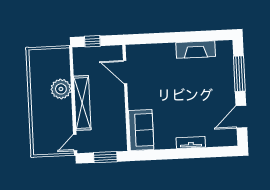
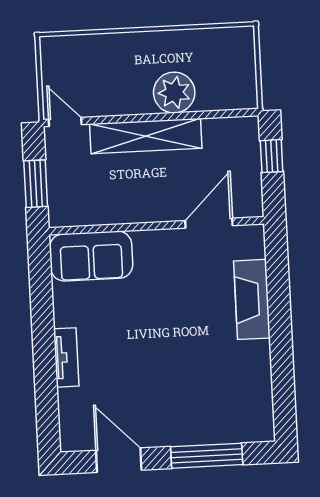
fireplace: (196, 50) -> (252, 299), moved

